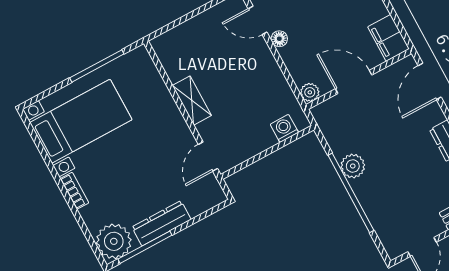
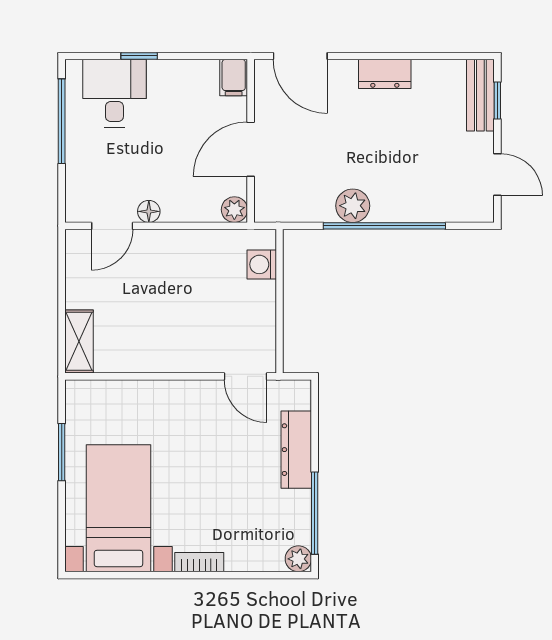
filing cabinet: (389, 38) -> (234, 78), width x0.50
window: (97, 66) -> (62, 452), width x0.69
shelving: (192, 100) -> (79, 341), moved, turned 90
dresser: (161, 223) -> (296, 450), moved
plant: (114, 241) -> (298, 559), width x0.53, depth x0.53

